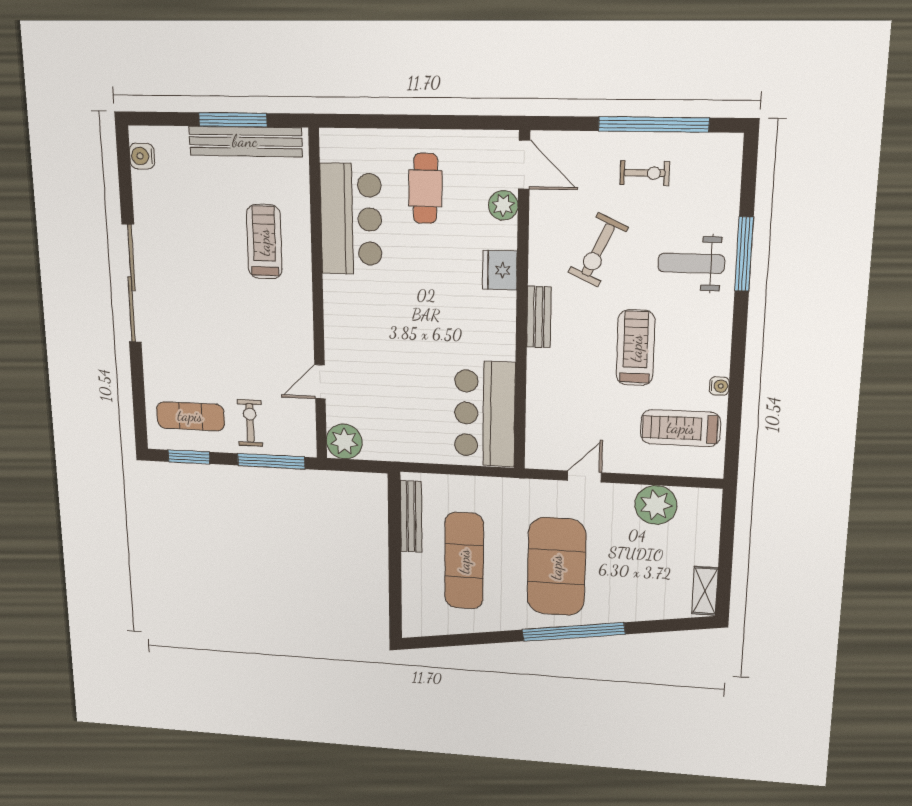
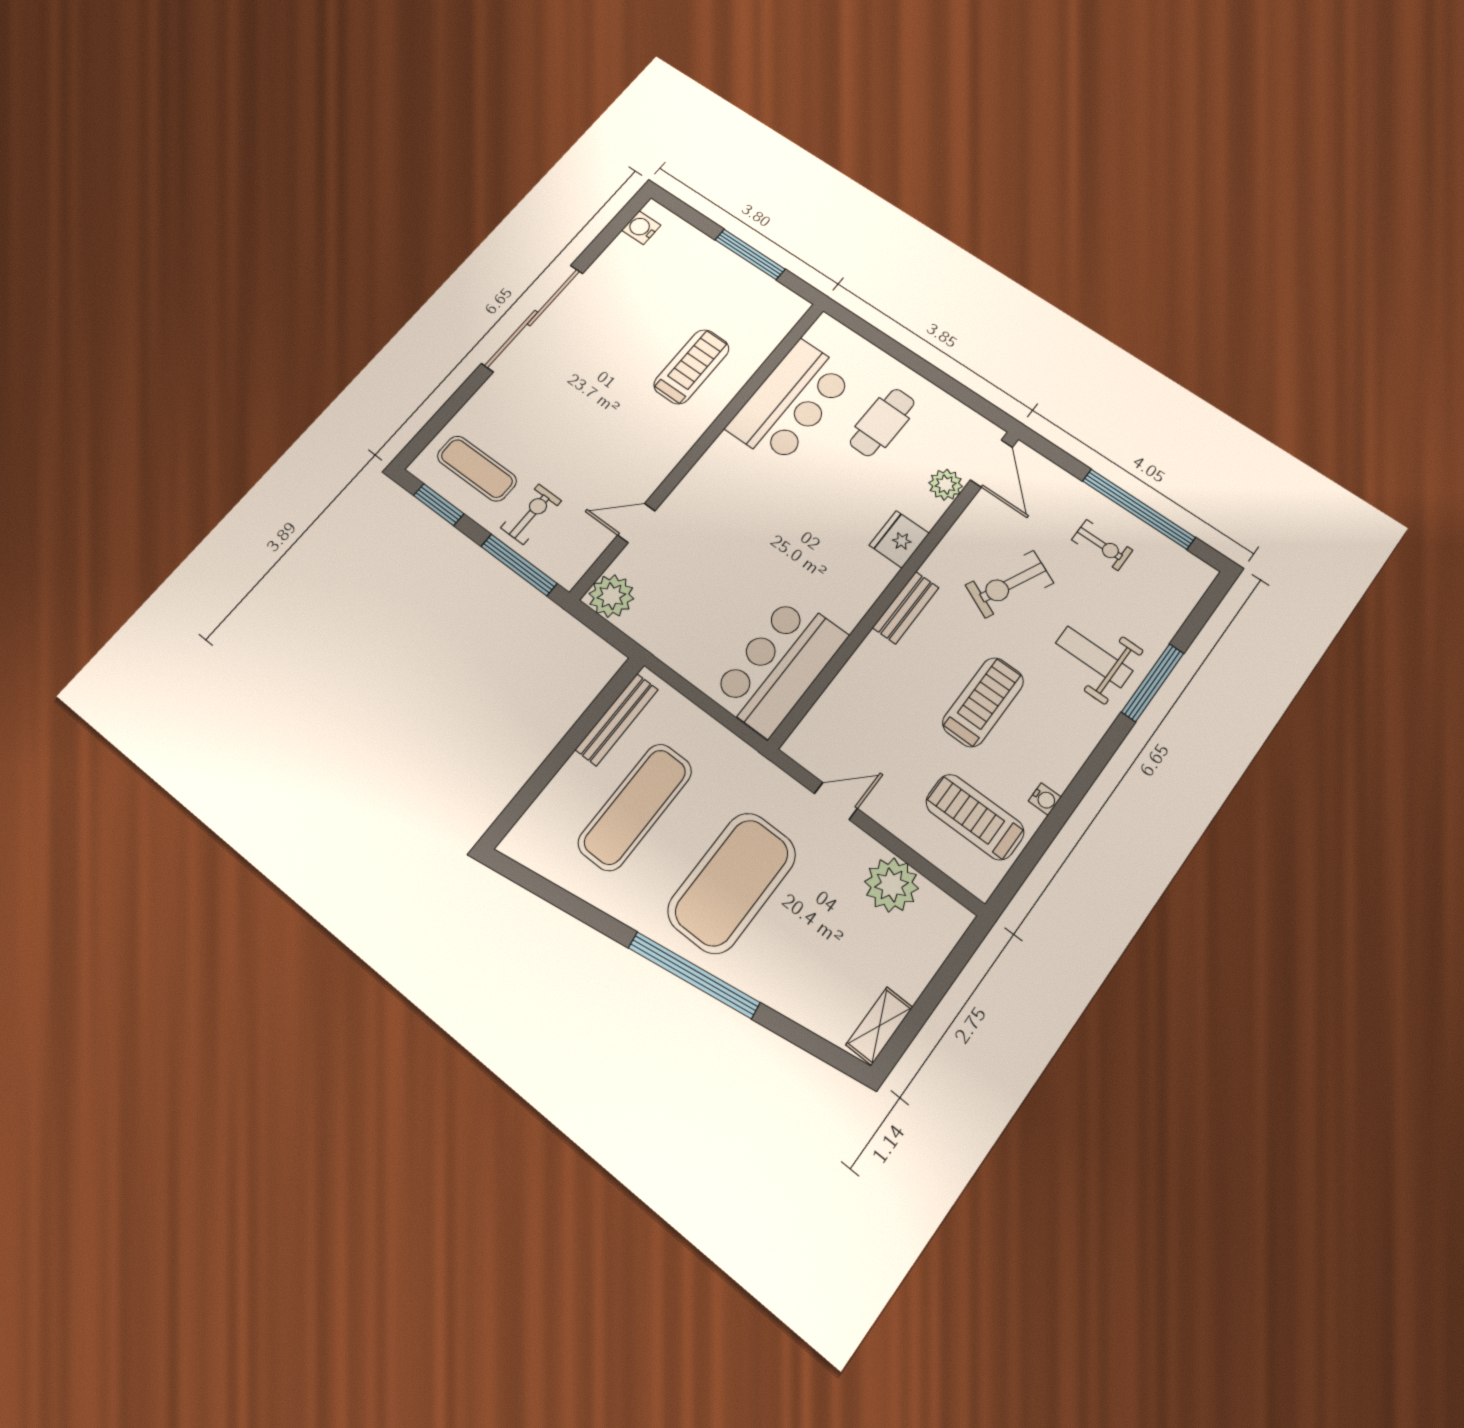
bench: (245, 141) -> (746, 278), removed

